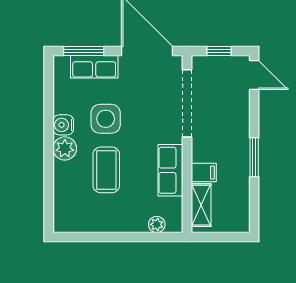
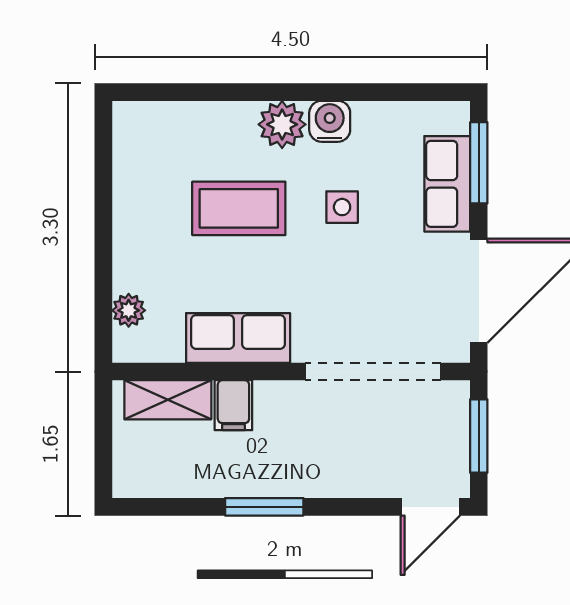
window: (219, 51) -> (479, 436), width x1.50
side table: (106, 119) -> (342, 207), width x0.54, depth x0.54

